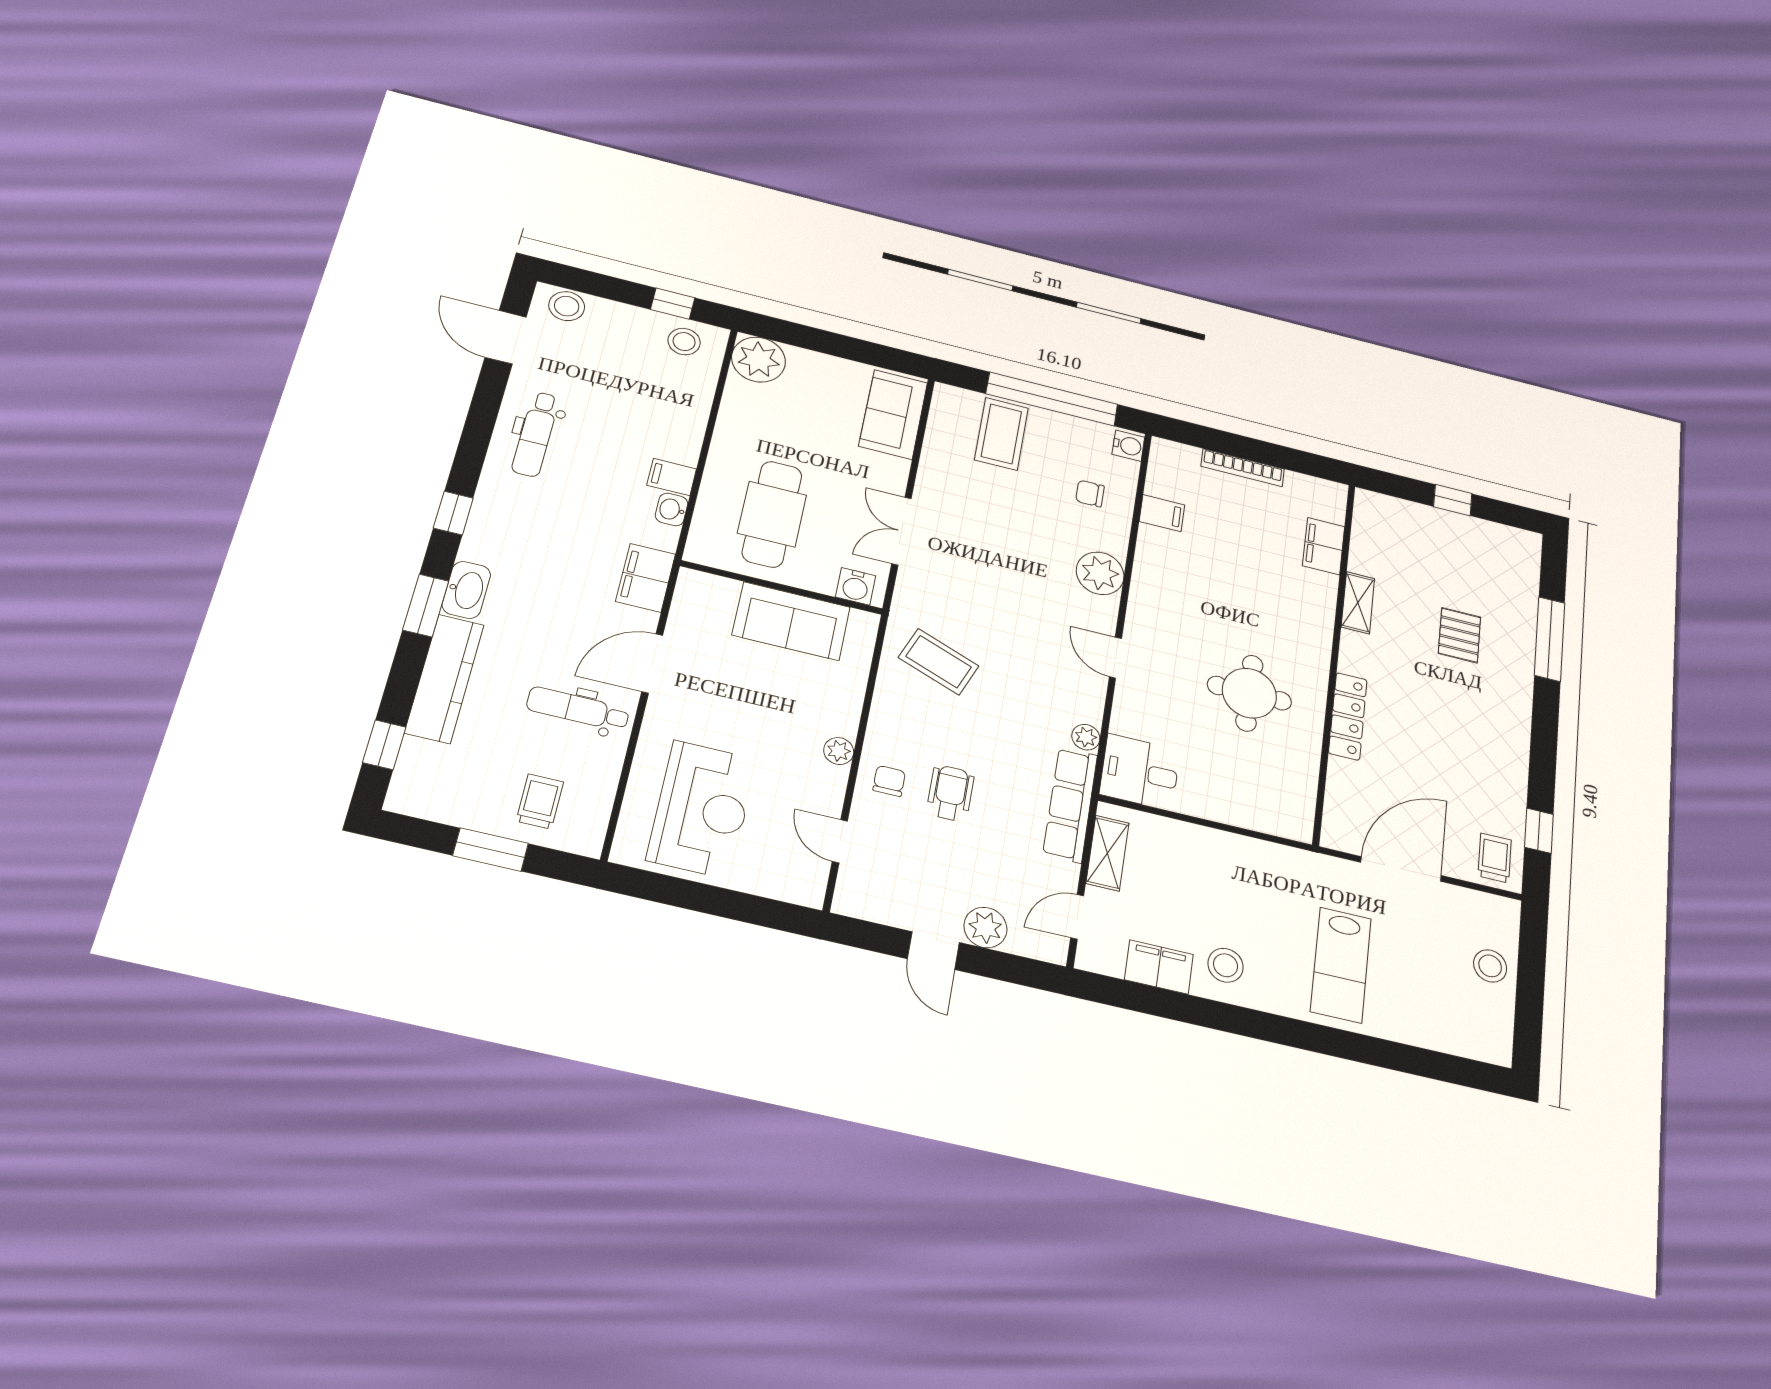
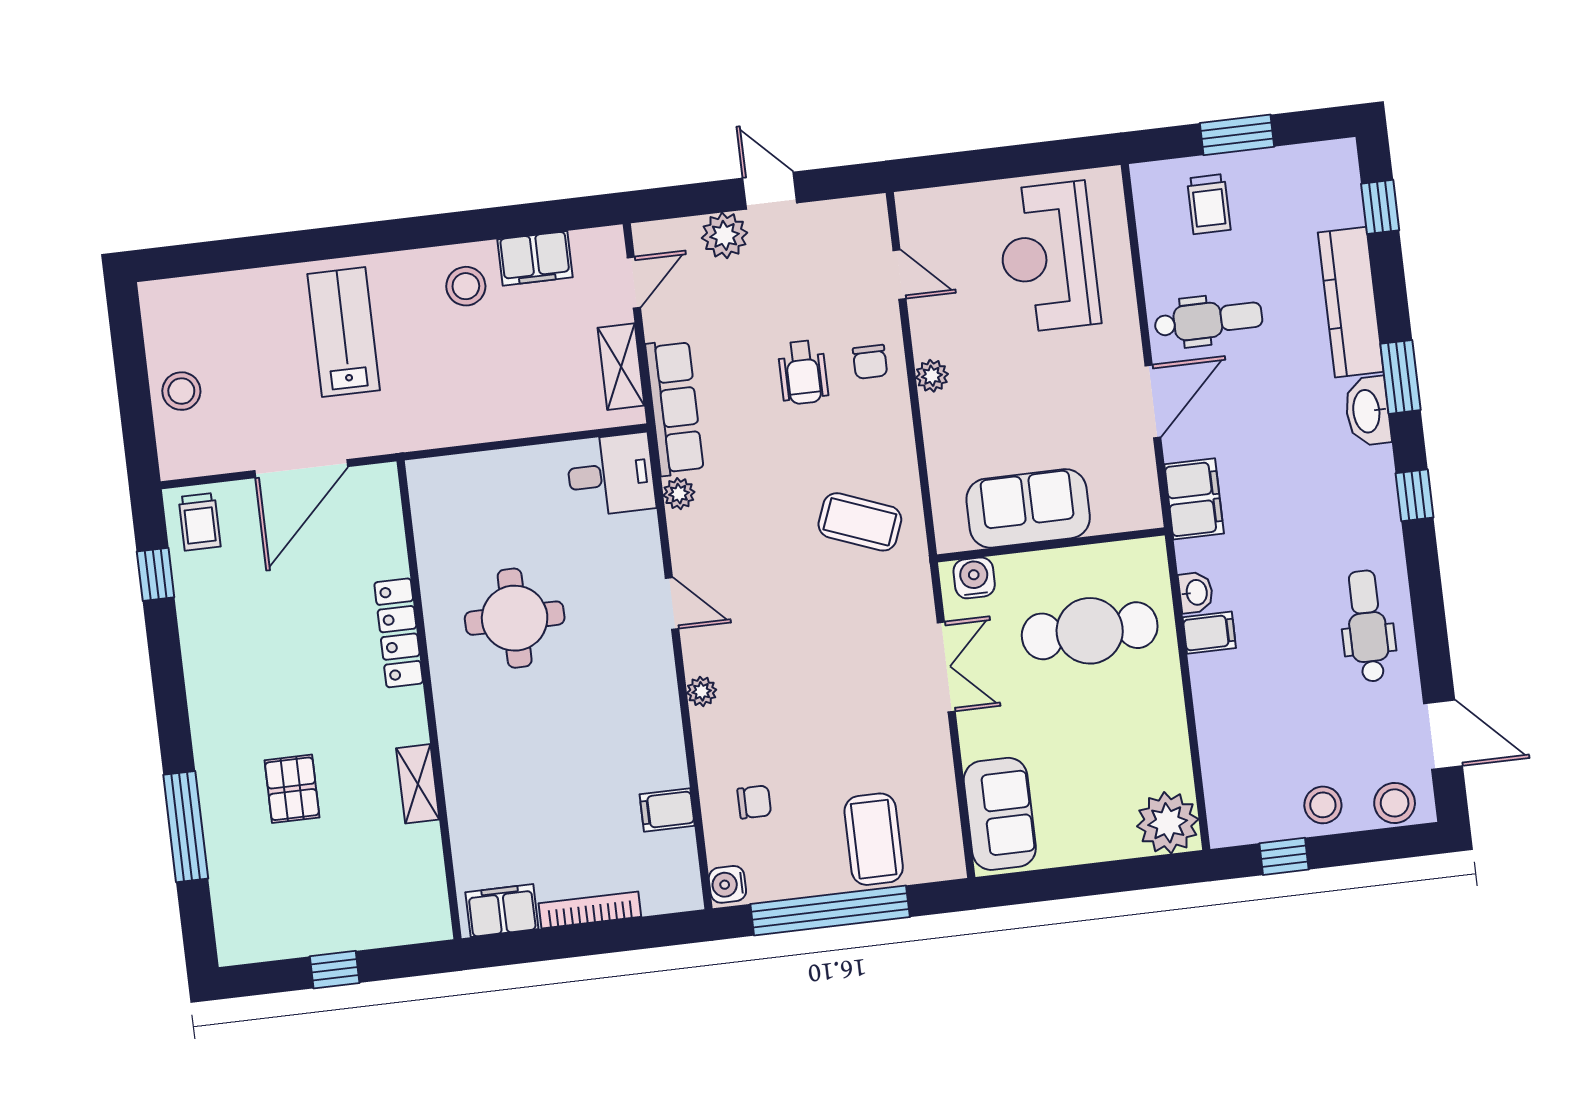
stool: (684, 342) -> (1323, 805), moved
cafe table: (772, 514) -> (1090, 631), turned 90
filing cabinet: (1324, 546) -> (502, 911), moved, turned -90
plant: (1100, 573) -> (702, 691), width x0.53, depth x0.53

